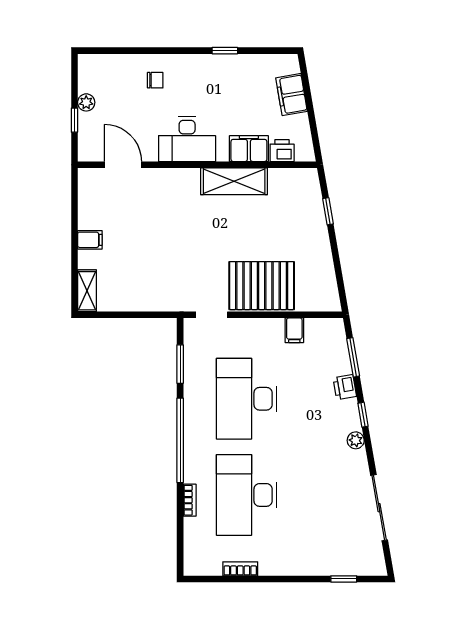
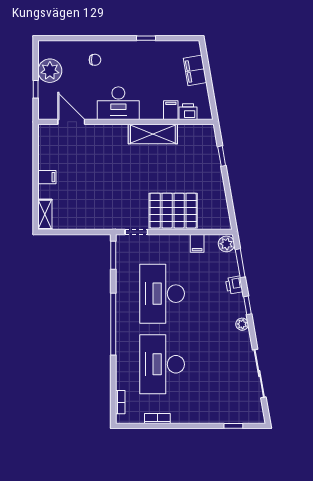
plant: (86, 102) -> (50, 71), width x1.88, depth x1.88
filing cabinet: (249, 149) -> (171, 110), width x0.50
plant: (334, 331) -> (226, 244), added
window: (180, 364) -> (113, 255), moved
bookcase: (190, 500) -> (120, 402), moved

